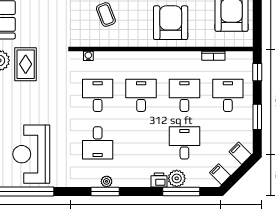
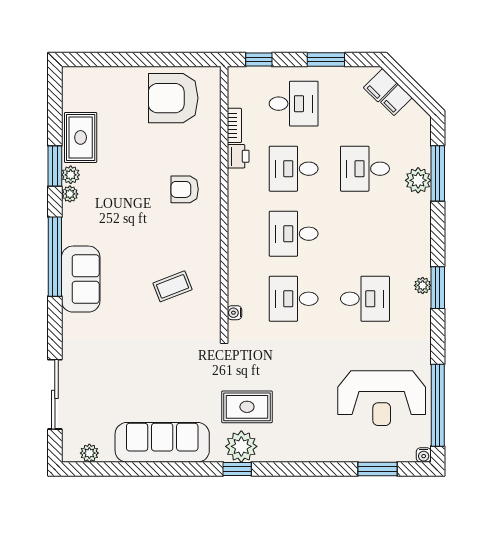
armchair: (171, 23) -> (185, 189), width x0.53, depth x0.53
desk: (228, 95) -> (294, 104), turned 180
filing cabinet: (220, 174) -> (396, 100), moved
printer: (159, 180) -> (238, 156), moved, turned 180

